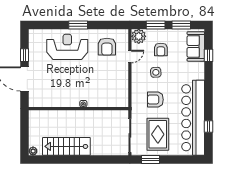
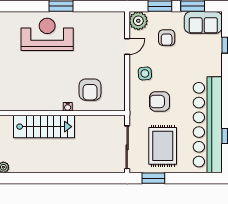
sofa: (196, 46) -> (203, 22), moved, turned -90
armchair: (107, 47) -> (90, 90), moved
side table: (156, 72) -> (145, 73), moved
stairs: (66, 146) -> (44, 127), moved, turned 180

